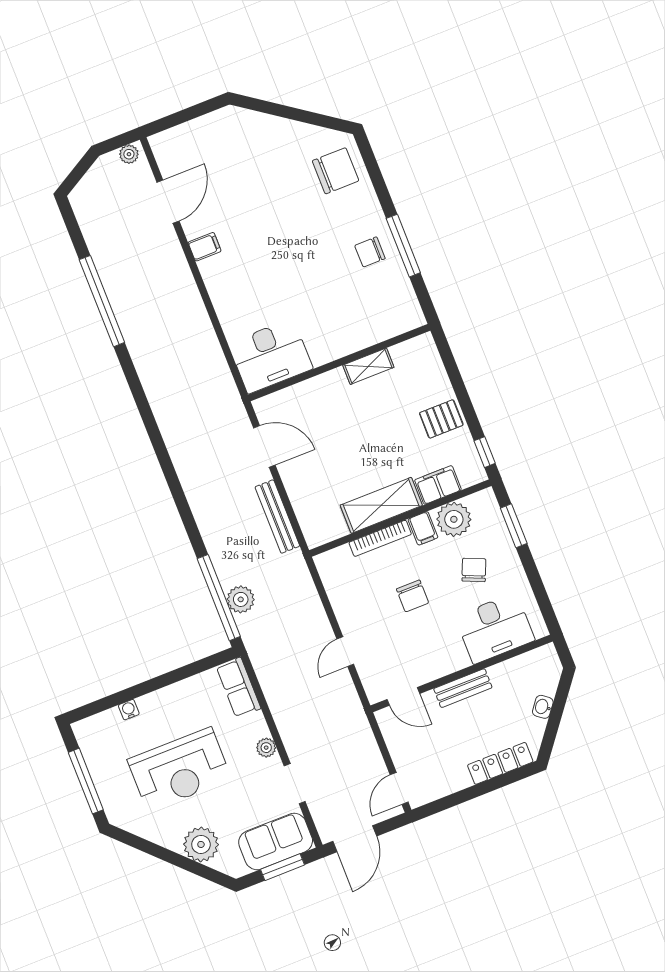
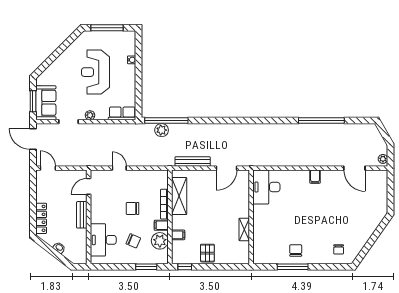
chair: (336, 171) -> (339, 249), width x0.54, depth x0.54
filing cabinet: (205, 247) -> (315, 177), moved
filing cabinet: (438, 485) -> (178, 235), width x0.50
shelving: (381, 505) -> (179, 196), moved
plant: (201, 844) -> (58, 68), removed

